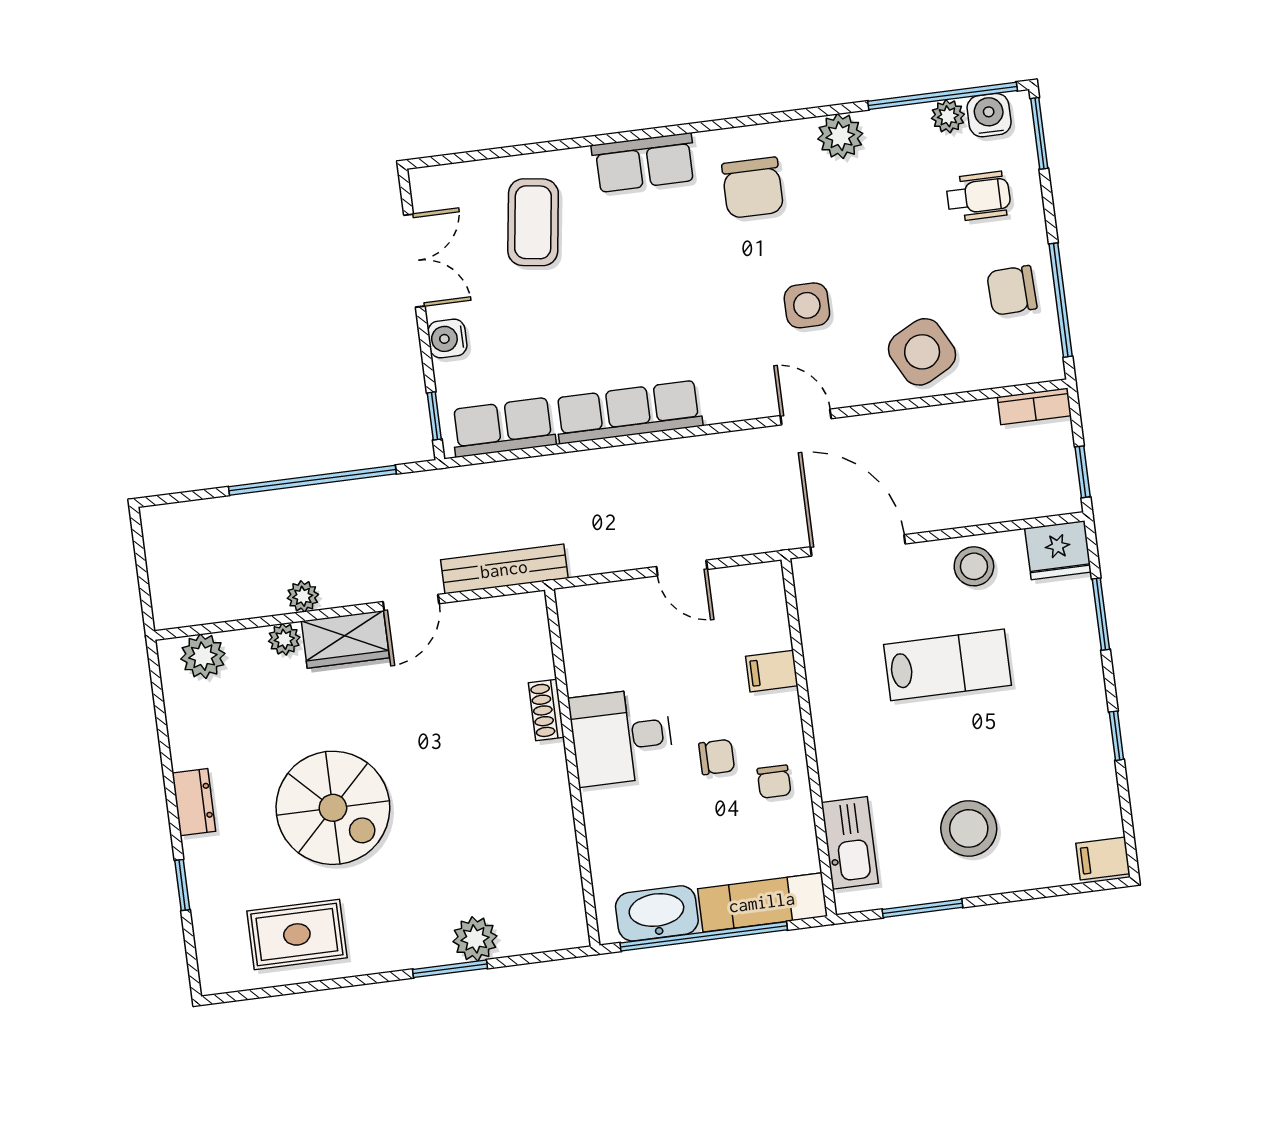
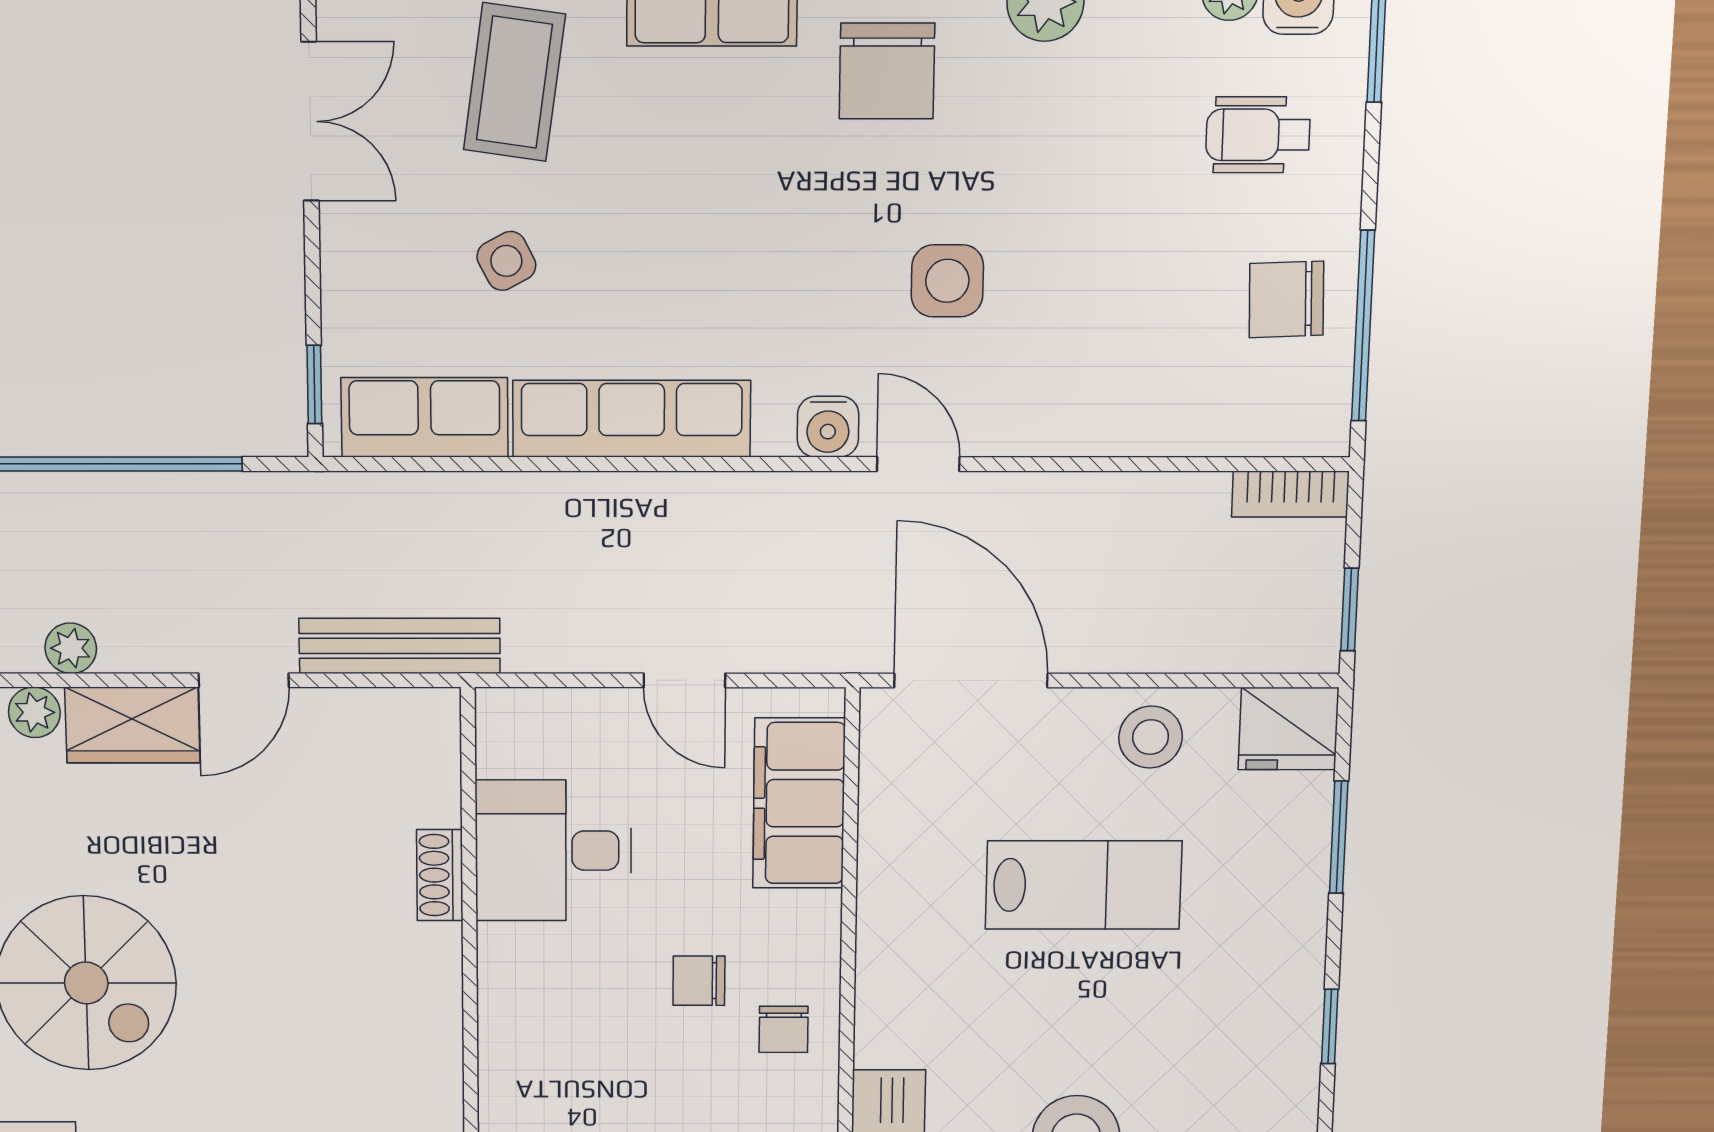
wheelchair: (978, 196) -> (1258, 135), turned 180
water cooler: (447, 339) -> (828, 427), moved, turned -90
side table: (922, 352) -> (506, 261), moved, width x0.54, depth x0.54
filing cabinet: (772, 671) -> (799, 803), width x3.00, depth x1.17
desk: (622, 737) -> (553, 851), moved
chair: (717, 757) -> (699, 981), turned 180

